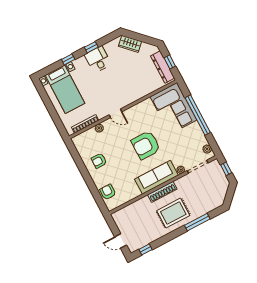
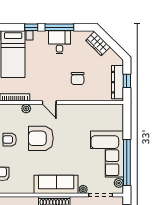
window: (91, 47) -> (59, 27), width x2.17
chair: (128, 81) -> (78, 78), added
corner sofa: (173, 108) -> (107, 154), moved
window: (198, 115) -> (127, 162), moved
armchair: (146, 145) -> (41, 138), moved

